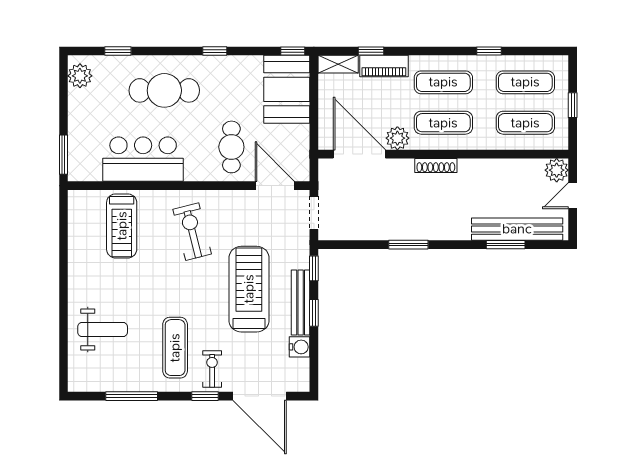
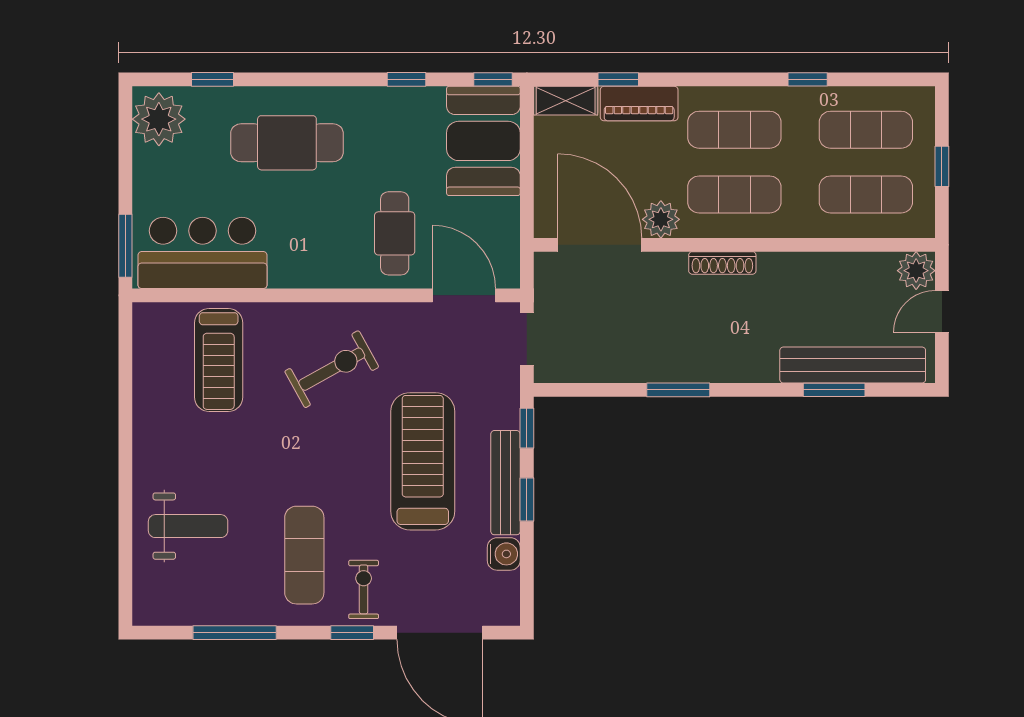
window: (215, 51) -> (406, 79), moved
plant: (80, 76) -> (159, 119), width x1.36, depth x1.36
bar counter: (143, 159) -> (202, 253), moved
exercise bike: (192, 232) -> (332, 369), turned 75

